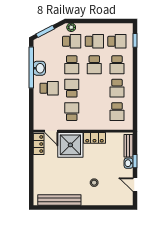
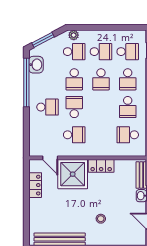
washbasin: (39, 68) -> (36, 65), moved
school desk: (72, 112) -> (74, 135), turned 90
school desk: (117, 112) -> (128, 135), turned 90
locker: (39, 144) -> (35, 185), moved

